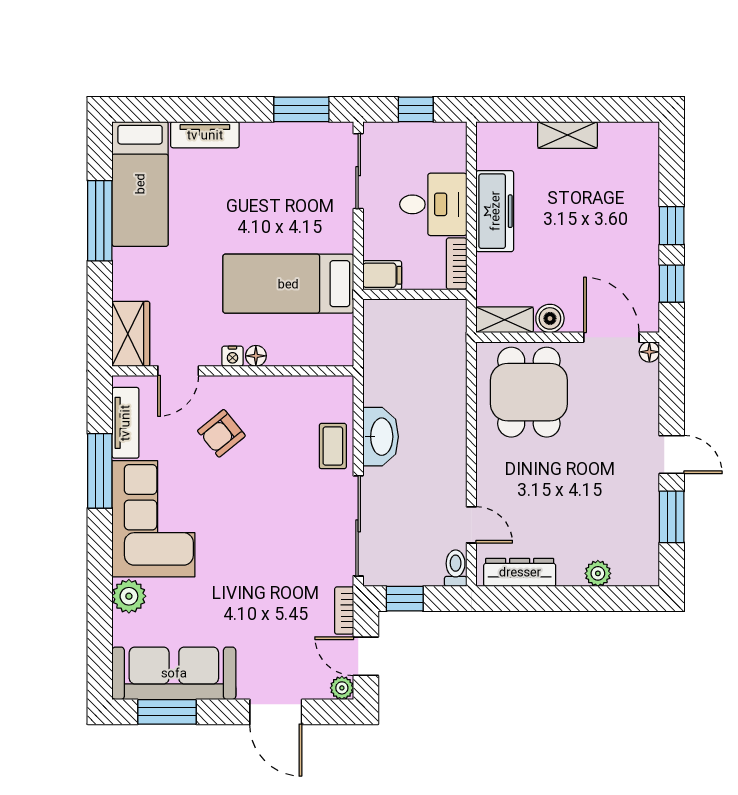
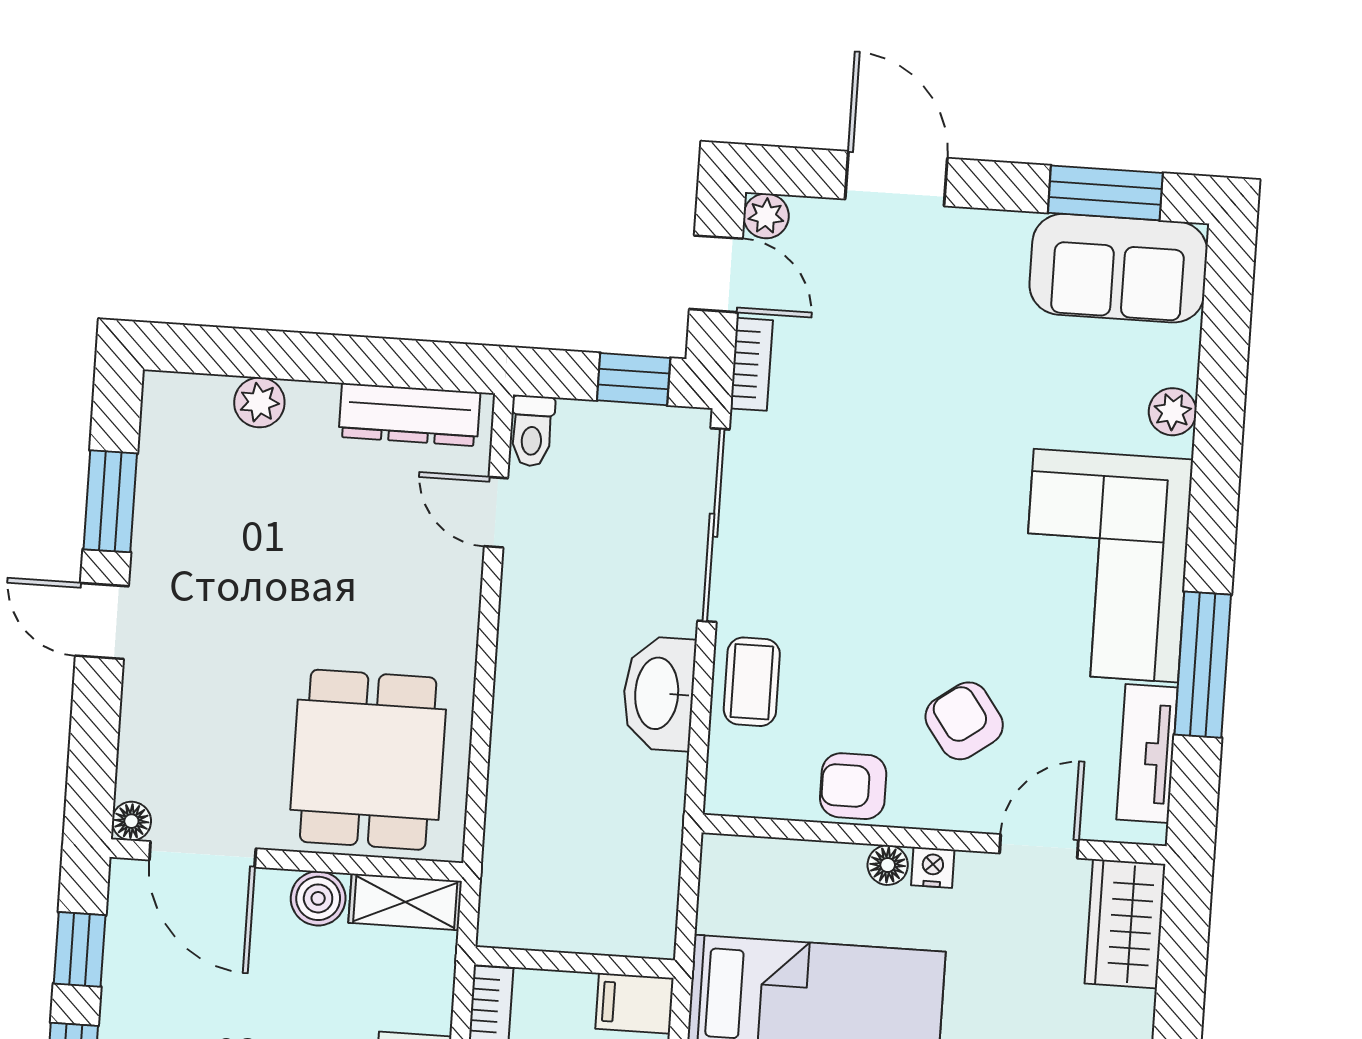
armchair: (277, 396) -> (853, 786), added
armchair: (221, 433) -> (964, 721), turned -87
plant: (129, 596) -> (1173, 412), width x0.73, depth x0.73
sofa: (174, 673) -> (1118, 268), width x0.73

